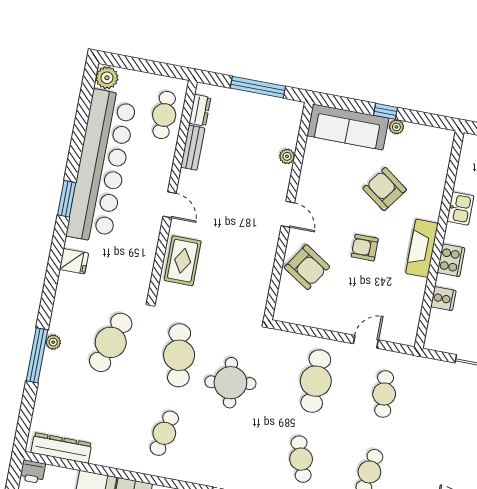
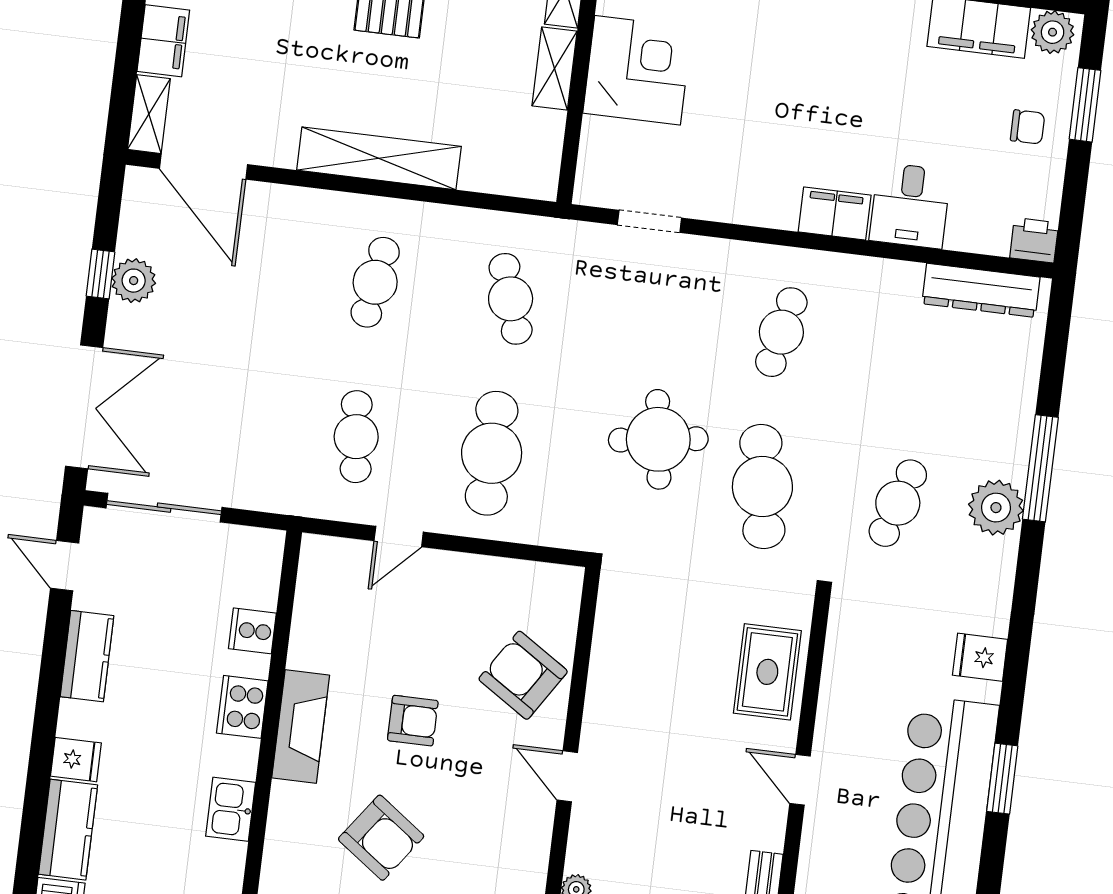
plant: (53, 342) -> (996, 508), width x1.88, depth x1.88
cafe table: (111, 342) -> (898, 503), width x0.73, depth x0.74

